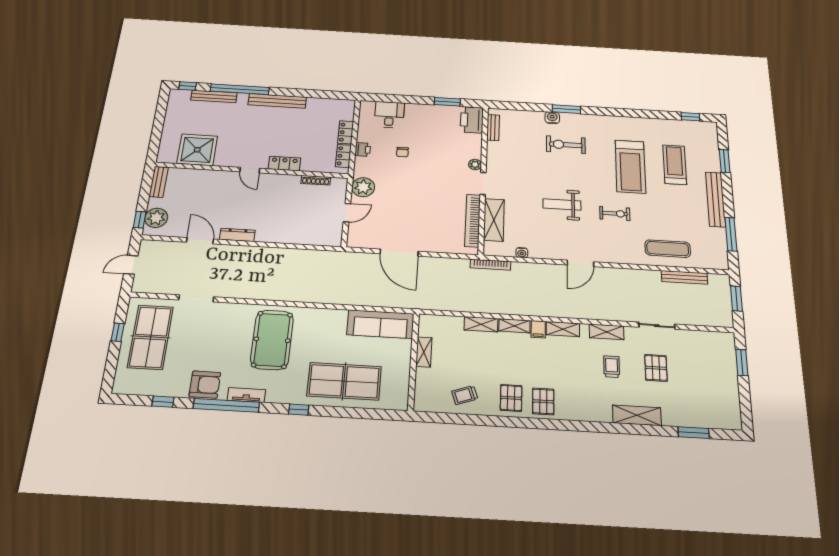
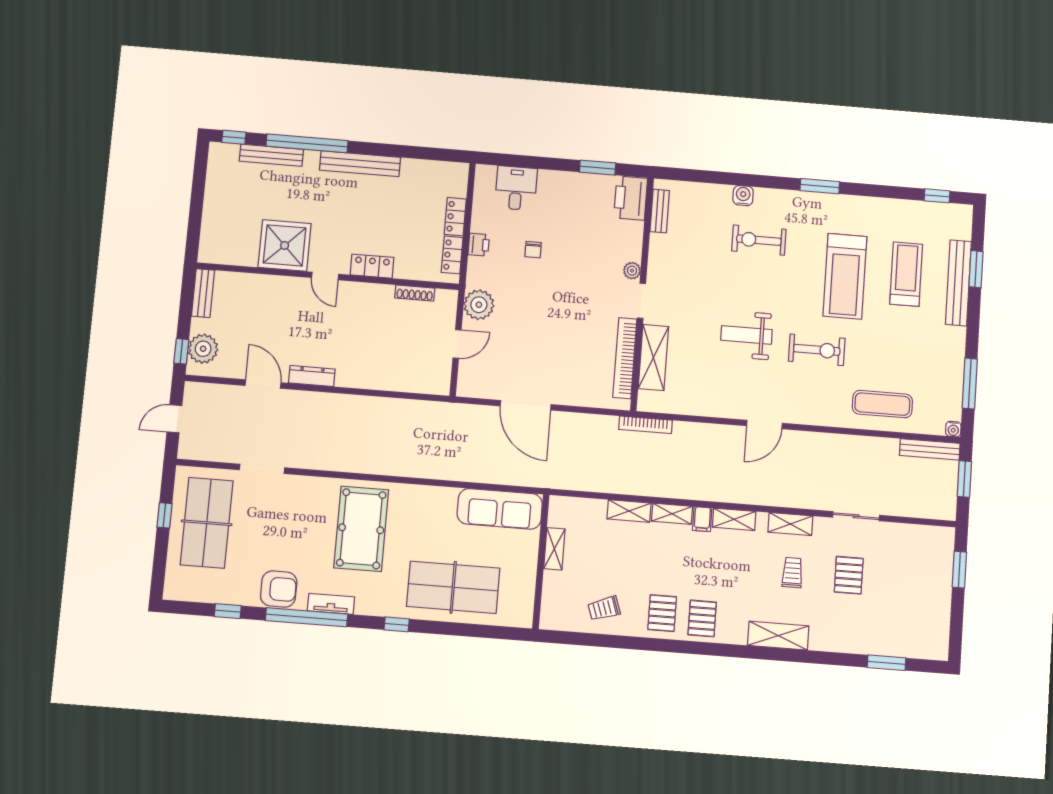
window: (566, 109) -> (820, 186), moved
shower: (197, 150) -> (285, 245), moved
bench: (716, 199) -> (958, 283), moved
exercise bike: (615, 214) -> (817, 350), width x1.38, depth x1.39
water cooler: (522, 253) -> (953, 429), moved
bench: (684, 277) -> (930, 449), moved
shelving: (637, 415) -> (778, 636), moved

